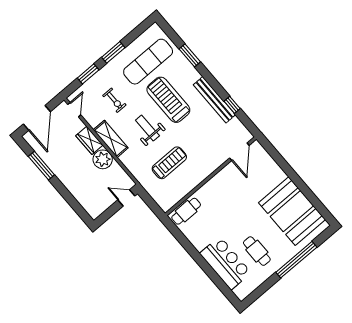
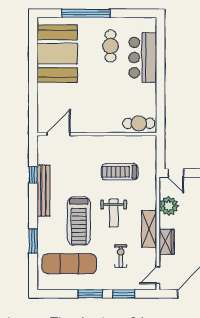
plant: (103, 159) -> (169, 206), moved

